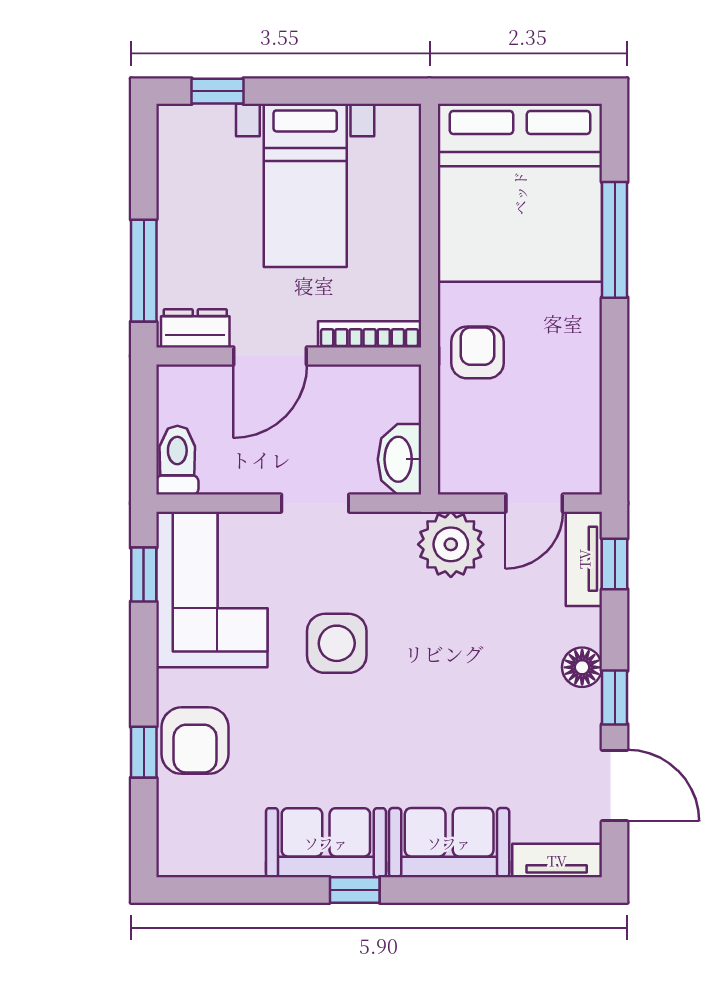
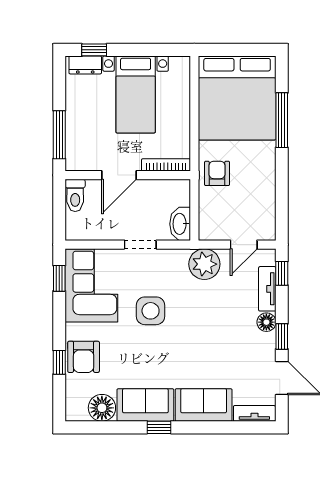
dresser: (195, 328) -> (85, 65), moved, turned 180
toilet: (177, 460) -> (75, 195), moved, turned 180
tv unit: (584, 559) -> (267, 289), moved
floor lamp: (234, 849) -> (102, 408), added

